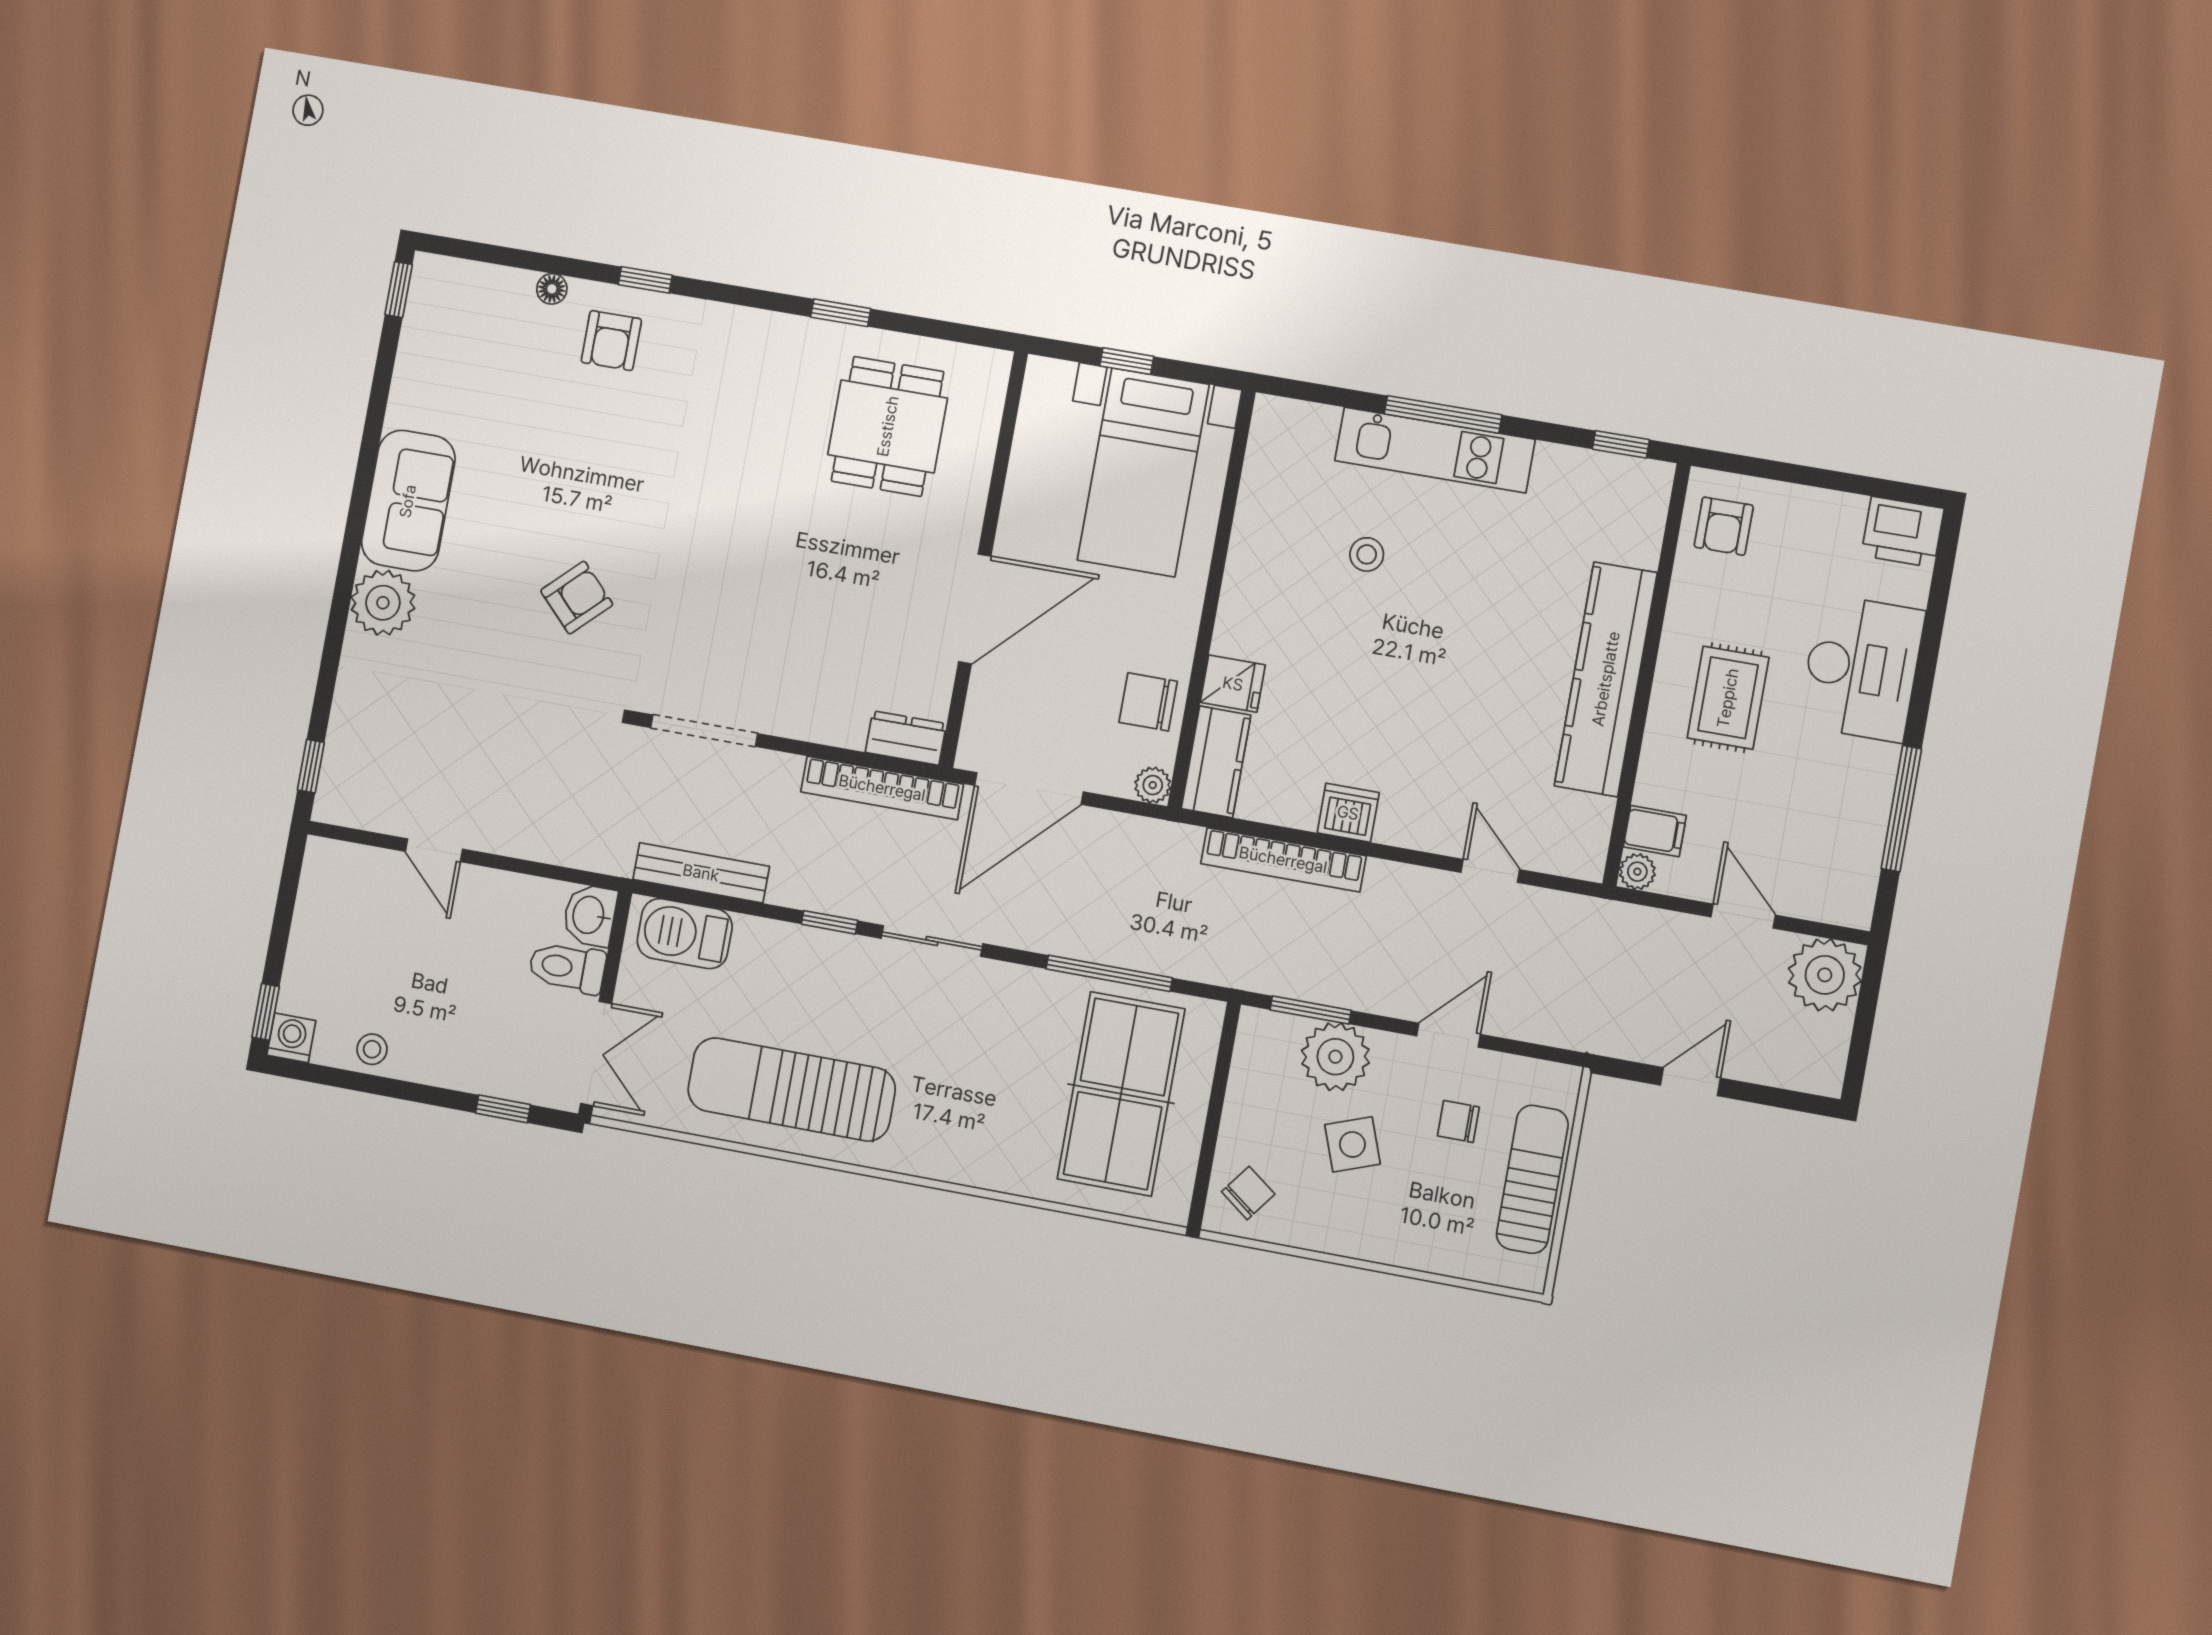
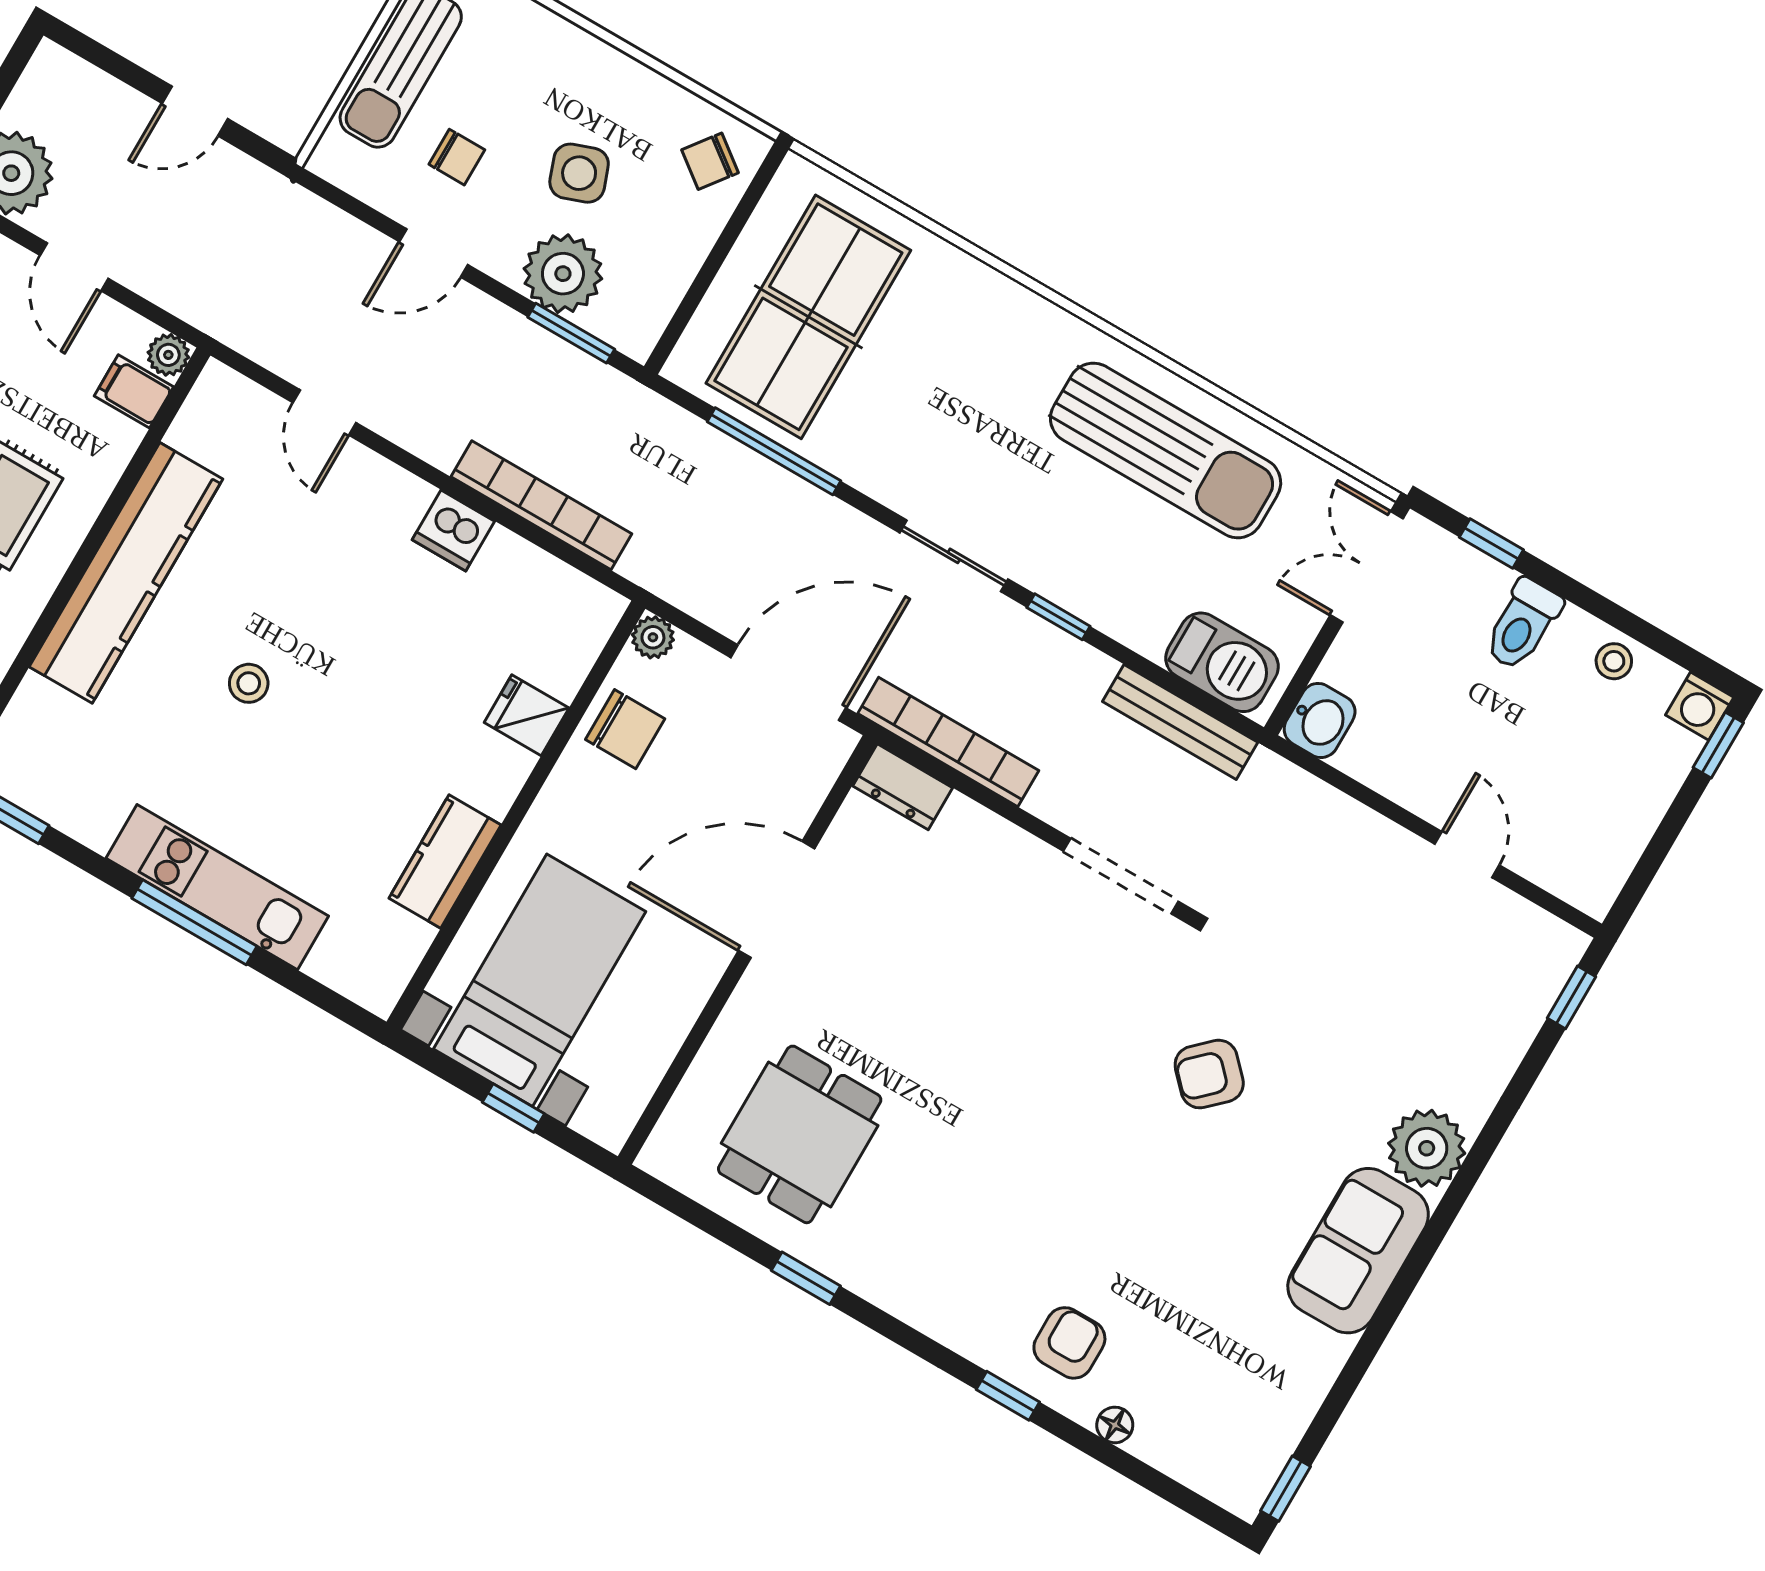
stool: (1367, 554) -> (249, 683), moved
kitchen counter: (1216, 762) -> (445, 862), moved
toilet: (567, 967) -> (1523, 624), moved, turned 90

